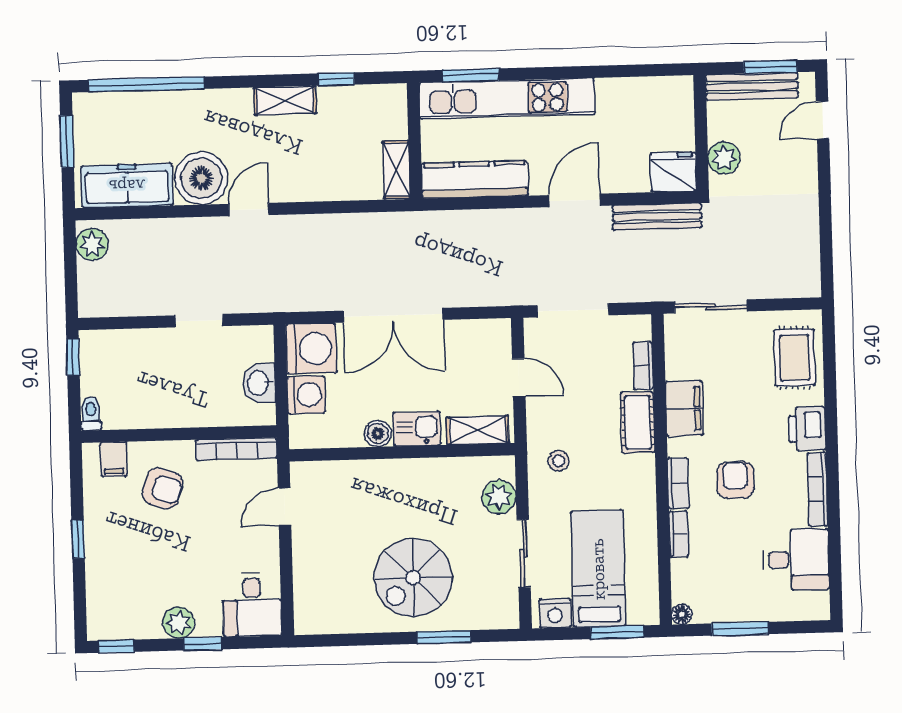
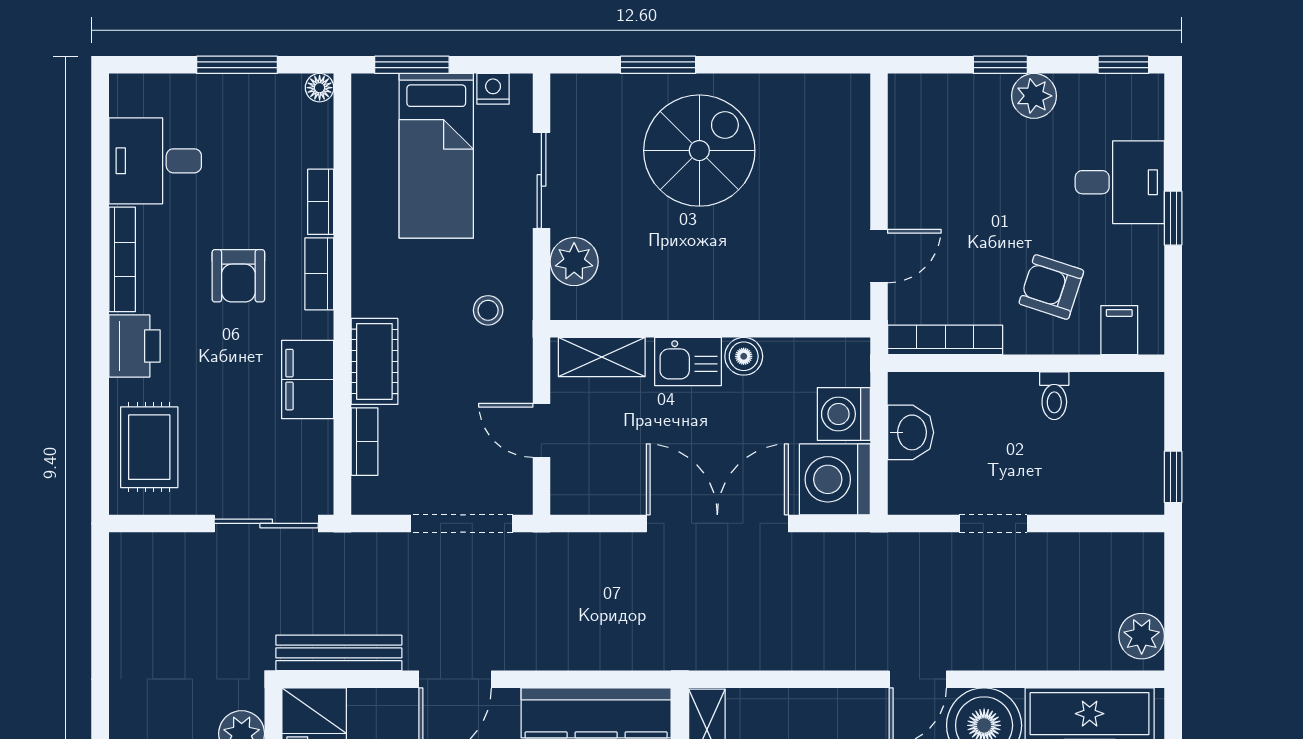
toilet: (91, 414) -> (1054, 396), moved
desk: (252, 605) -> (1120, 182), moved, turned 90
nightstand: (555, 613) -> (493, 89), width x0.72, depth x0.74

